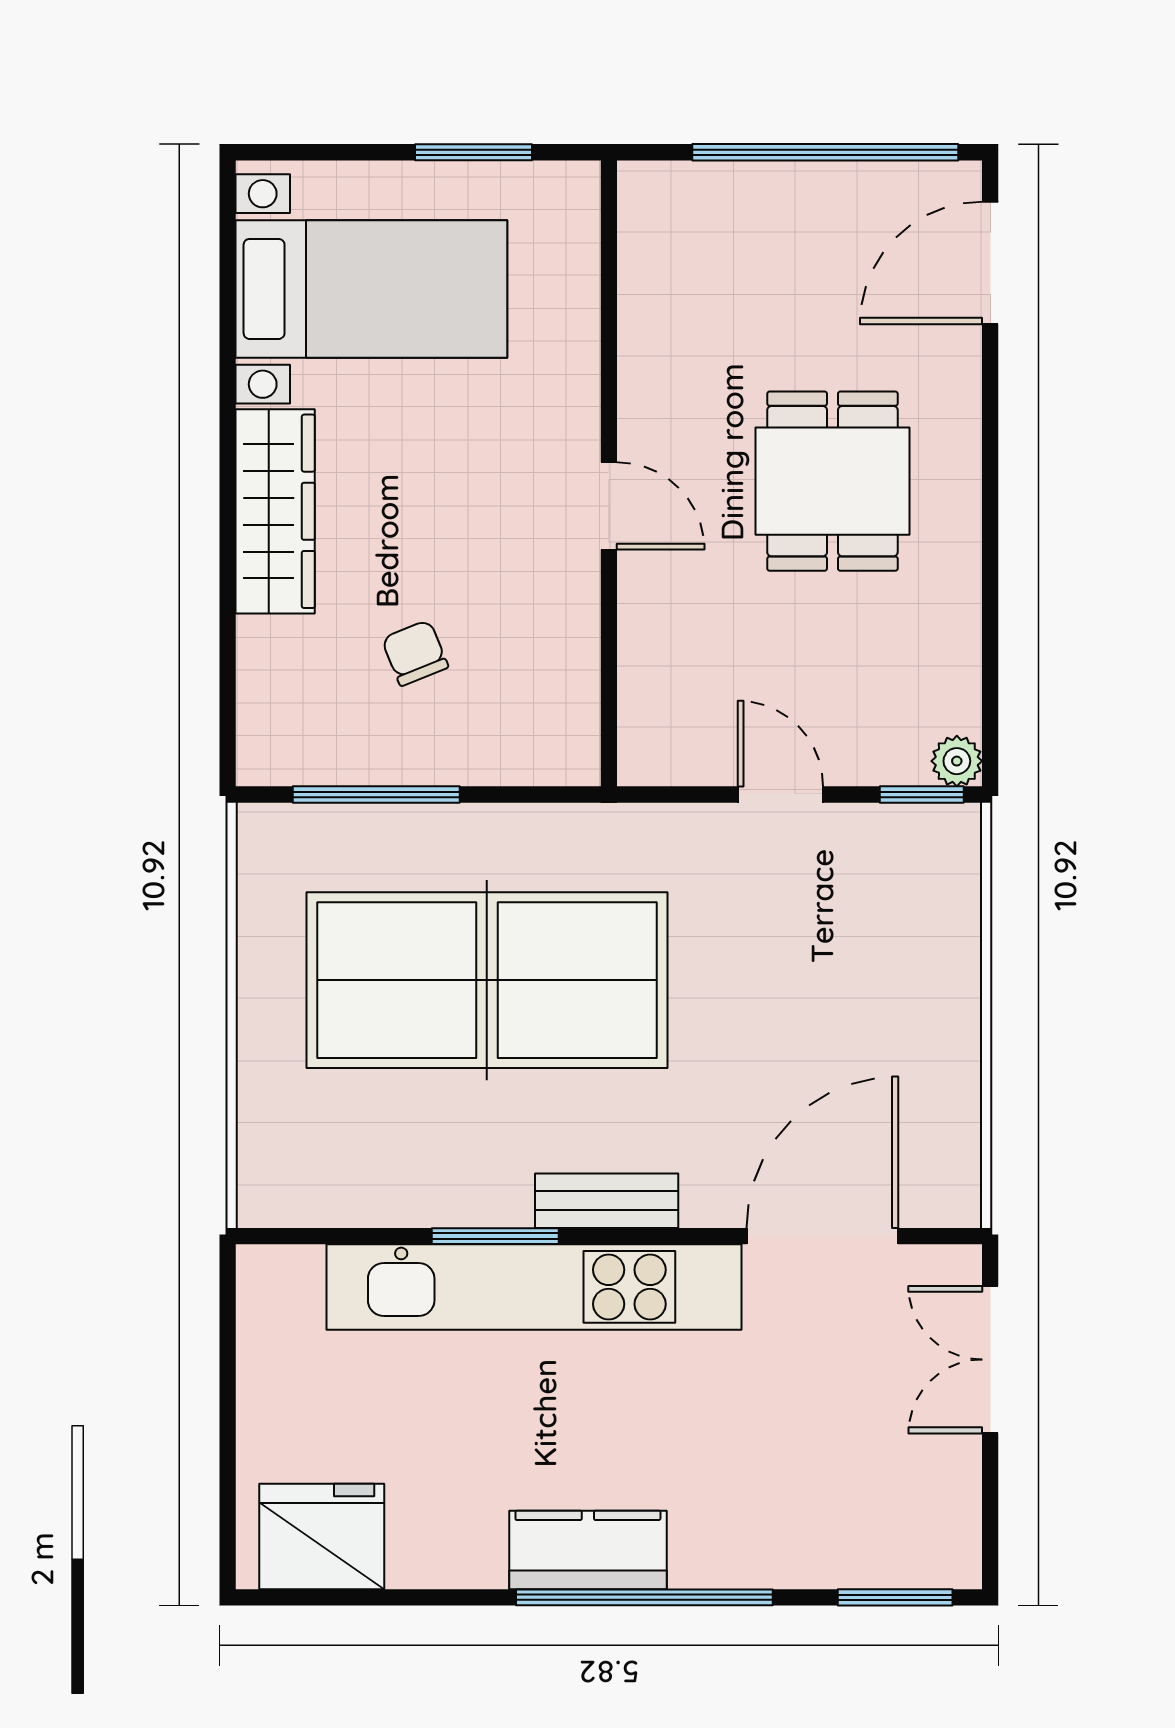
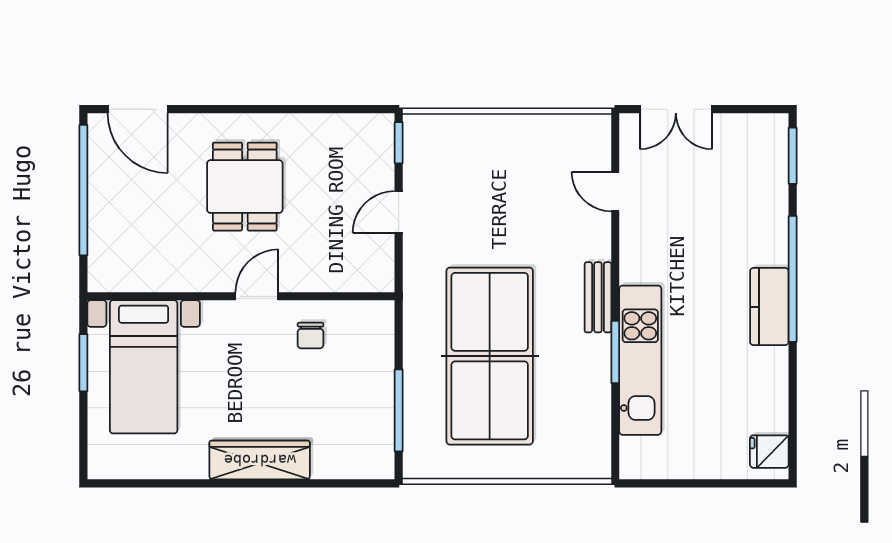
bed with nightstands: (371, 289) -> (144, 367), moved, turned 180
dining table: (832, 481) -> (245, 187), turned 90
chair: (415, 653) -> (310, 335), moved, turned -68
plant: (957, 761) -> (382, 125), removed
door: (822, 1236) -> (615, 191), width x0.53
kitchen unit: (534, 1287) -> (640, 360), width x0.73
fridge: (322, 1536) -> (769, 452), width x0.53, depth x0.75

